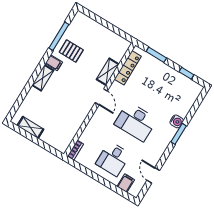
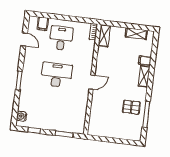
filing cabinet: (54, 63) -> (145, 61), moved
locker: (128, 68) -> (82, 114), removed
shelving: (108, 72) -> (104, 36), moved
door: (101, 97) -> (92, 82), swing flipped
water cooler: (177, 121) -> (22, 116), moved

